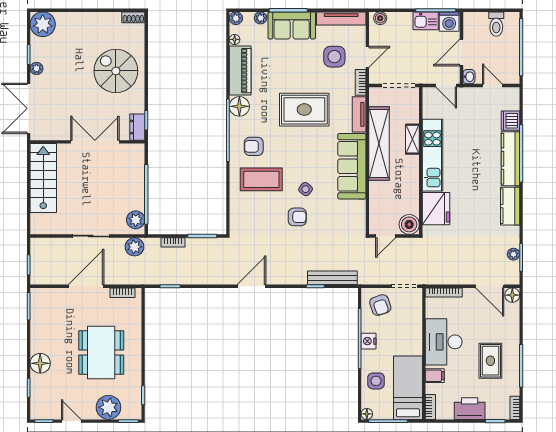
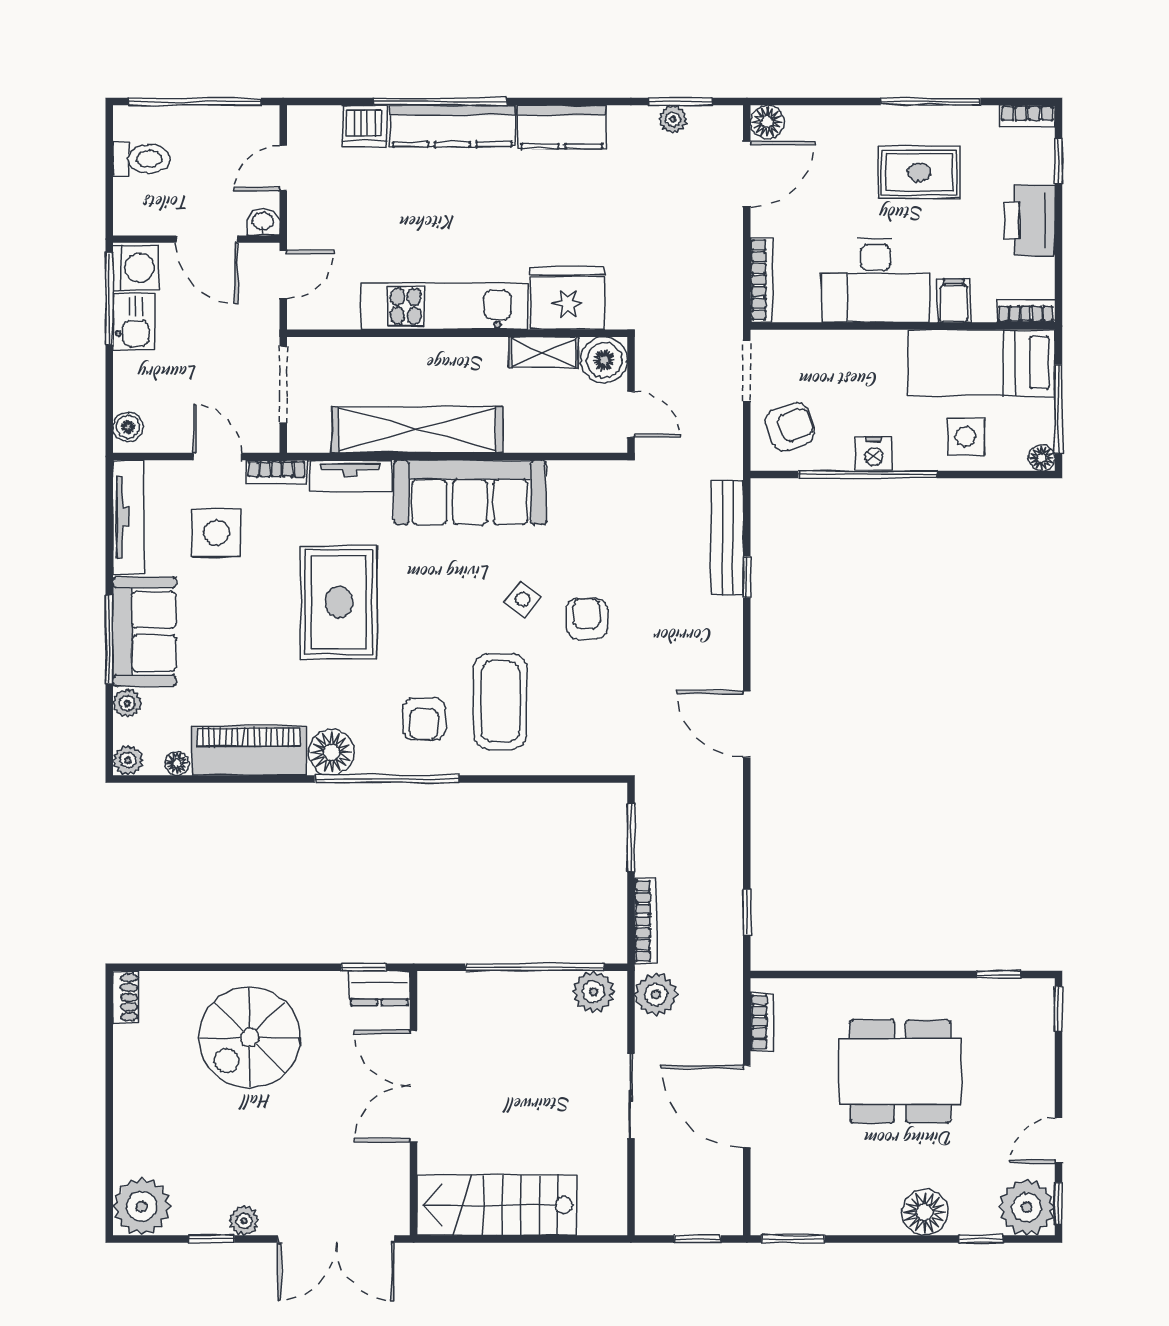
shelving: (412, 139) -> (543, 353), moved
bookcase: (173, 242) -> (646, 921), width x1.56
plant: (108, 407) -> (1027, 1207), moved

